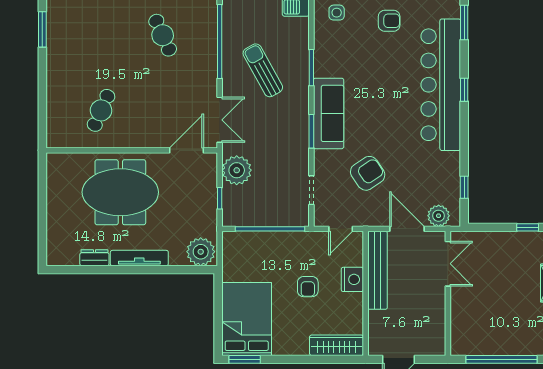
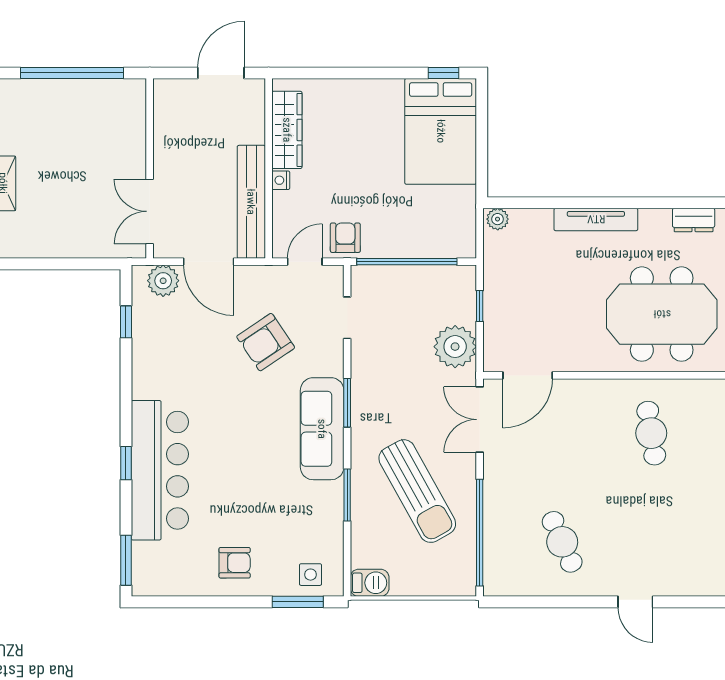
armchair: (389, 21) -> (235, 563), turned 180
sun lounger: (263, 70) -> (417, 491), width x1.36, depth x1.34
bar counter: (441, 85) -> (160, 470), width x0.73
cafe table: (101, 110) -> (651, 433), turned -33
meeting table: (120, 192) -> (662, 314), moved
window: (528, 227) -> (34, 264), removed
plant: (201, 252) -> (498, 219), width x0.53, depth x0.53
dresser: (94, 258) -> (694, 220), moved
nightstand: (352, 279) -> (281, 180), width x0.53, depth x0.56
armchair: (308, 287) -> (345, 238), moved
wardrobe: (336, 345) -> (287, 130), moved, turned -90
window: (245, 359) -> (444, 73), width x0.67

